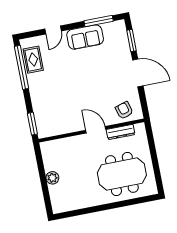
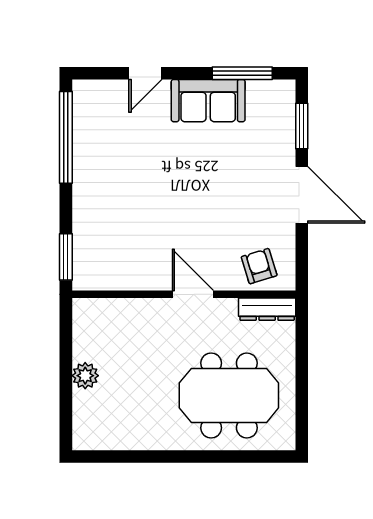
rug: (33, 60) -> (93, 126), removed
dresser: (121, 132) -> (267, 309), moved

